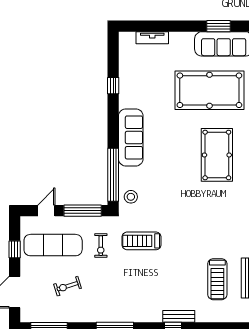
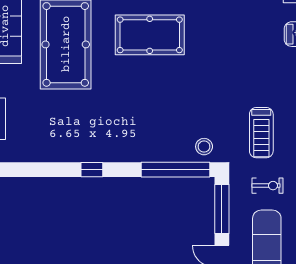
window: (113, 86) -> (92, 170), moved
sofa: (131, 137) -> (127, 147), removed

